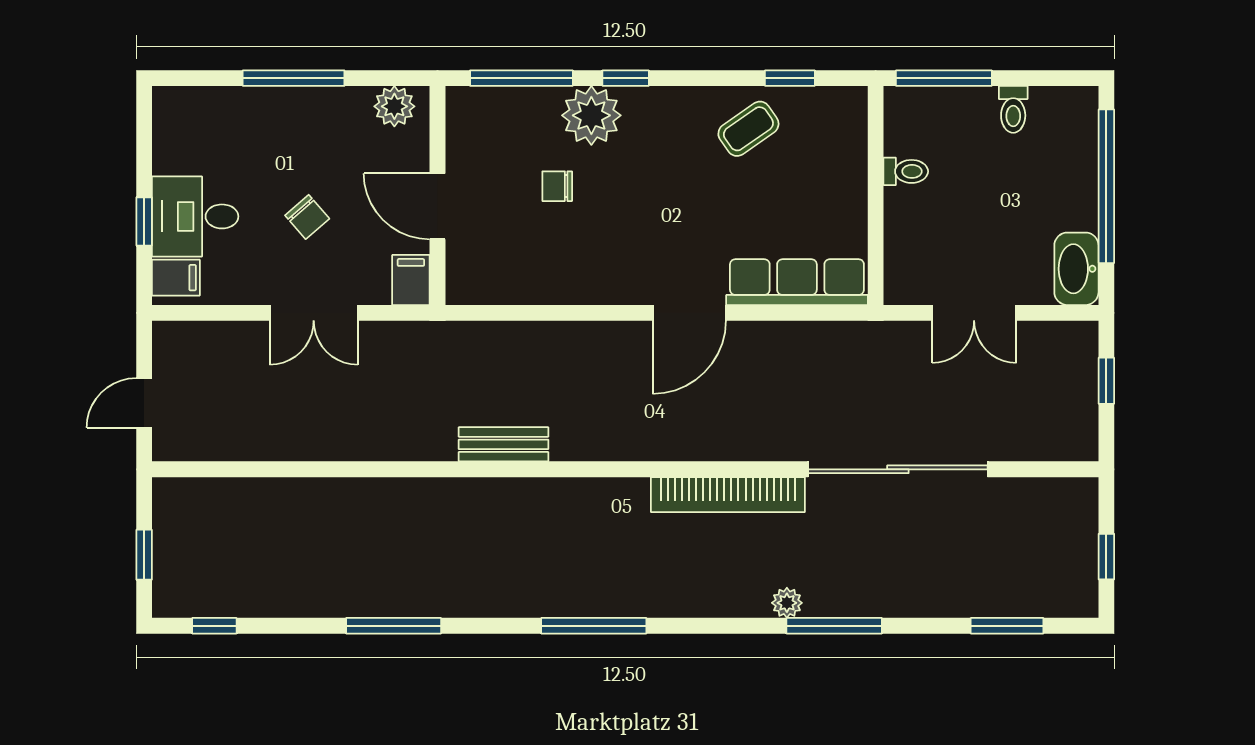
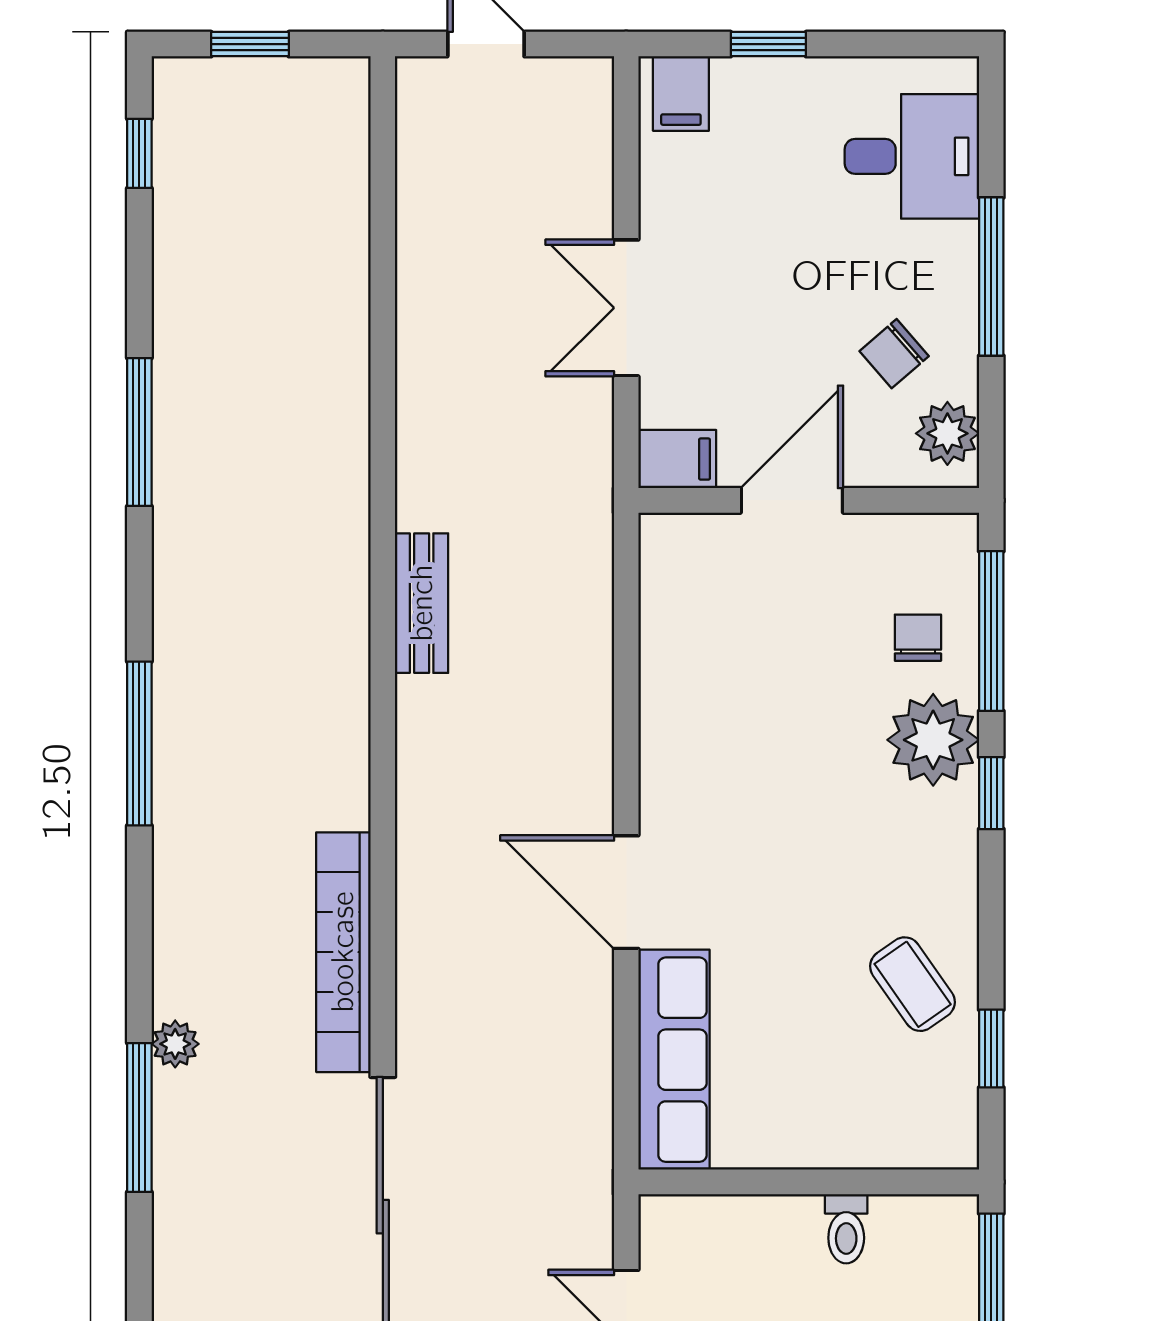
chair: (557, 186) -> (918, 638), moved
desk: (195, 216) -> (912, 156), moved, turned 90
chair: (307, 217) -> (894, 354), moved

